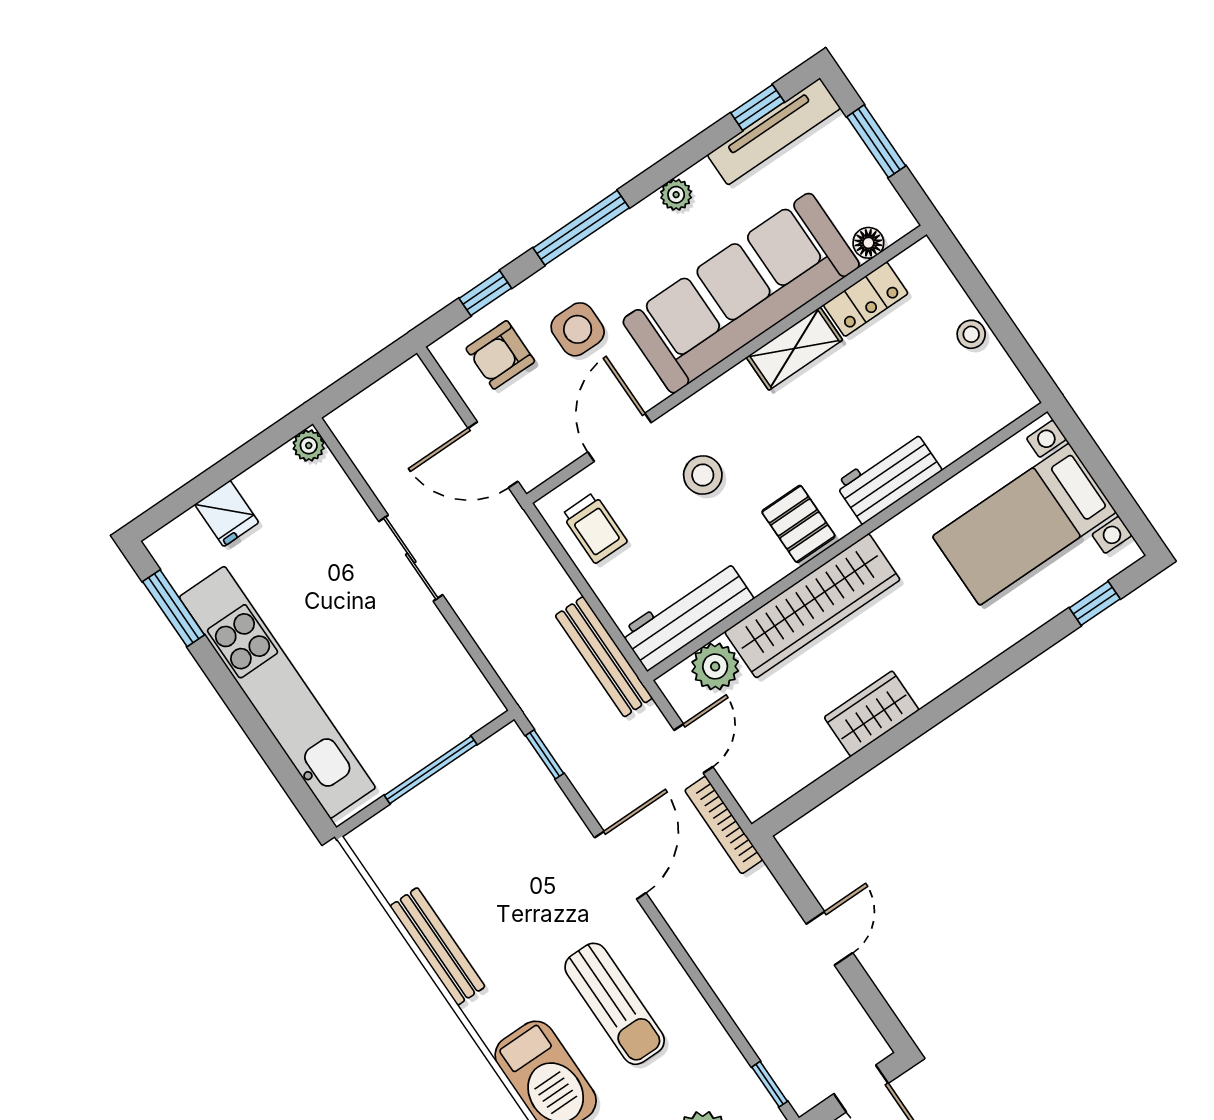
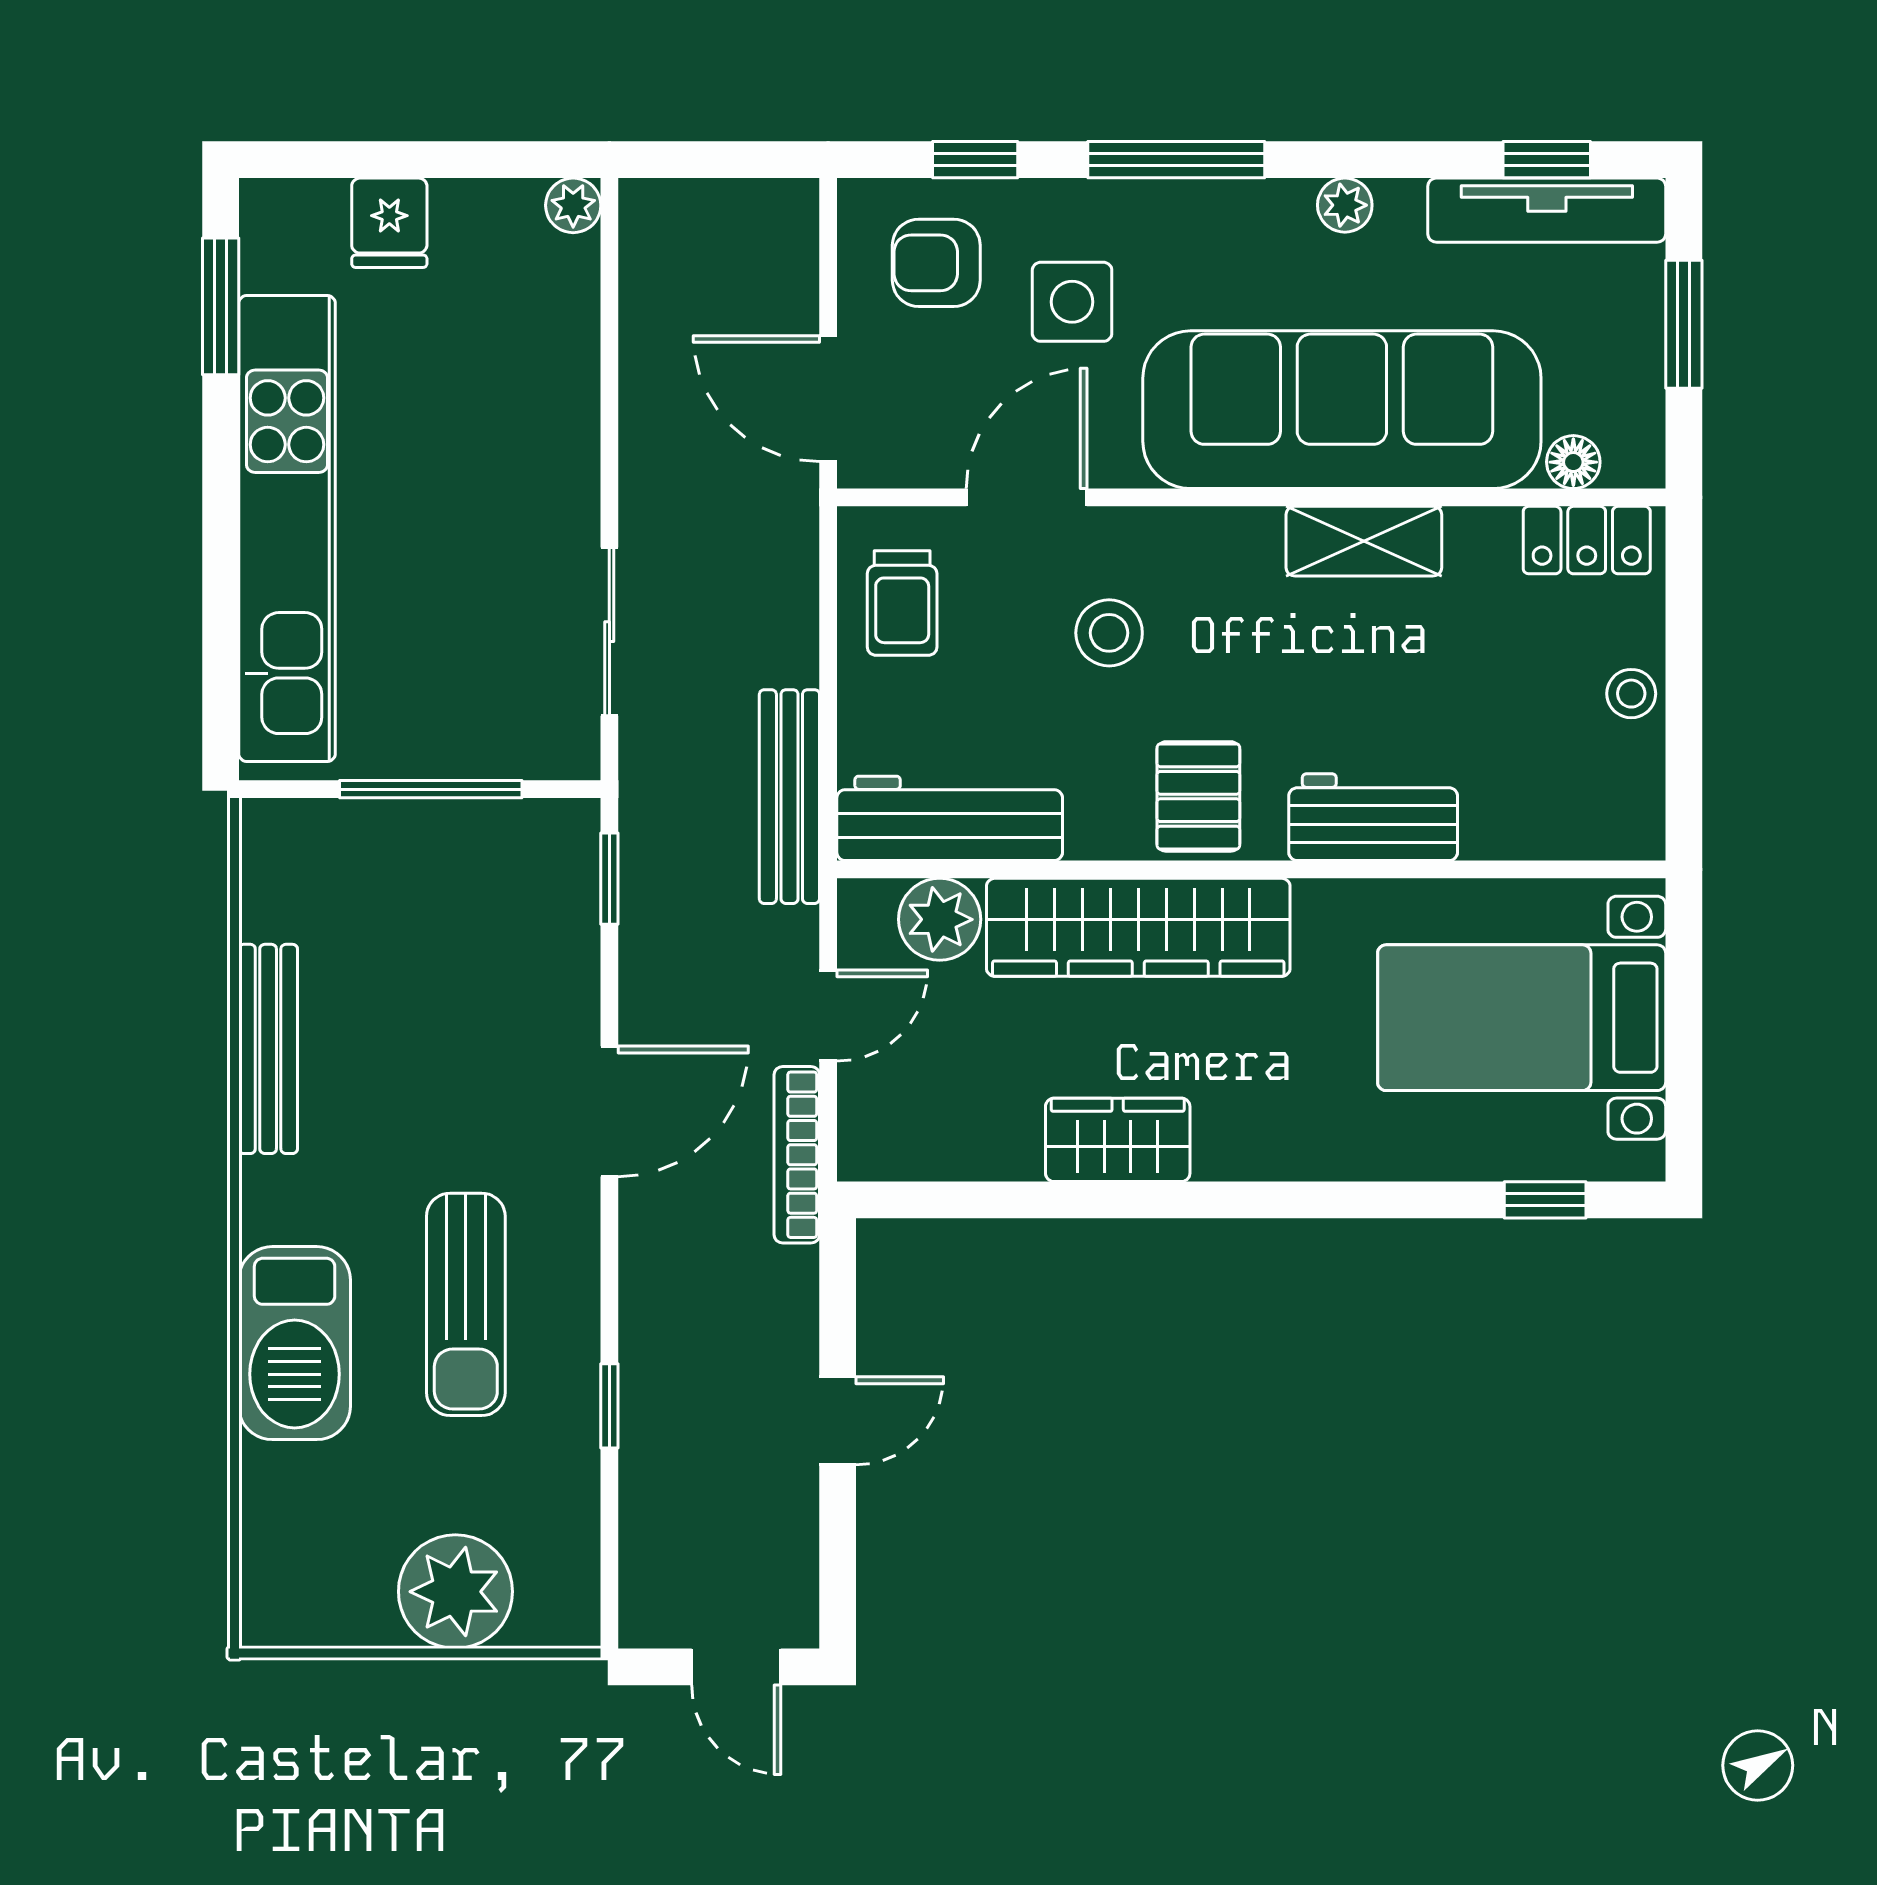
locker: (866, 299) -> (1587, 540), moved
sliding door: (411, 558) -> (609, 632), moved
window: (770, 1084) -> (609, 1406), moved

